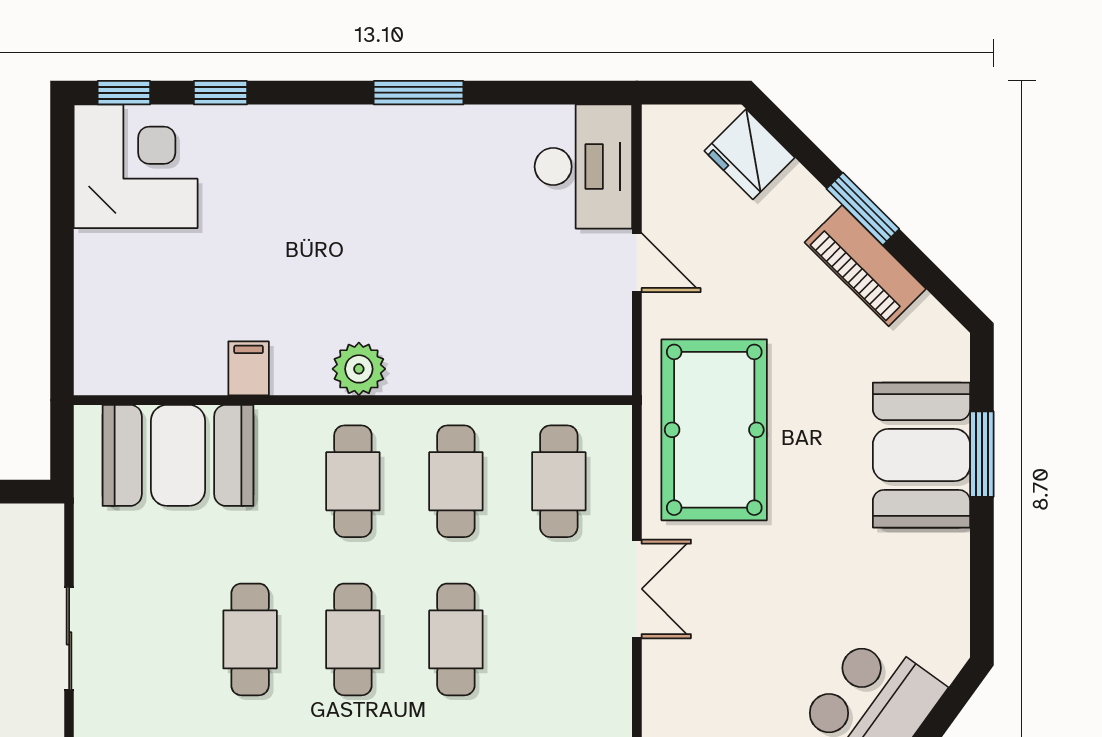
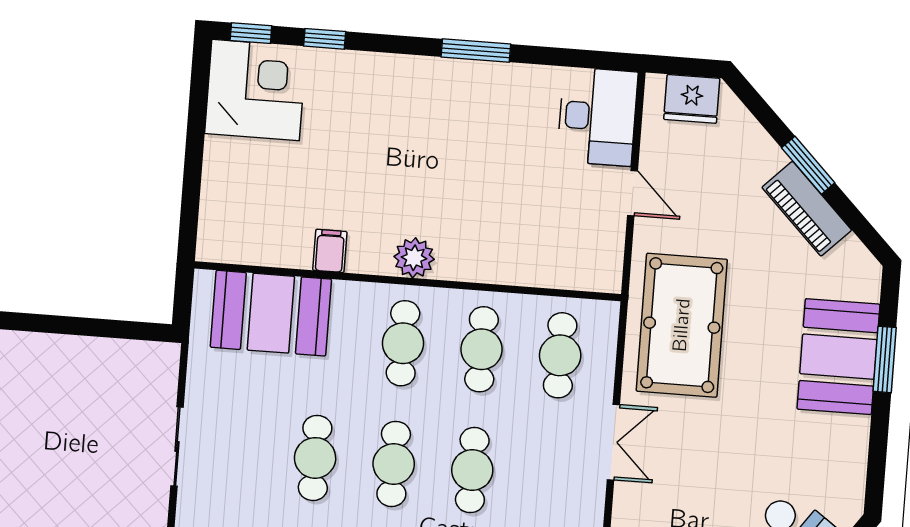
fridge: (750, 154) -> (692, 99), moved, turned -45

